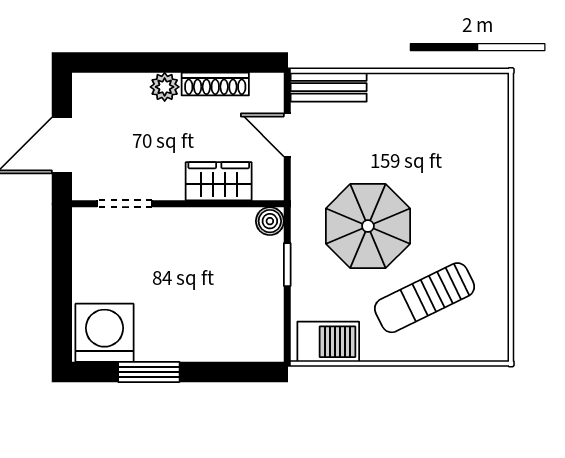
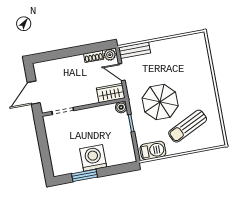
shoe rack: (215, 84) -> (94, 57), width x0.70
plant: (165, 87) -> (110, 55), moved
wardrobe: (219, 181) -> (111, 93), moved
washing machine: (104, 333) -> (93, 158), moved

